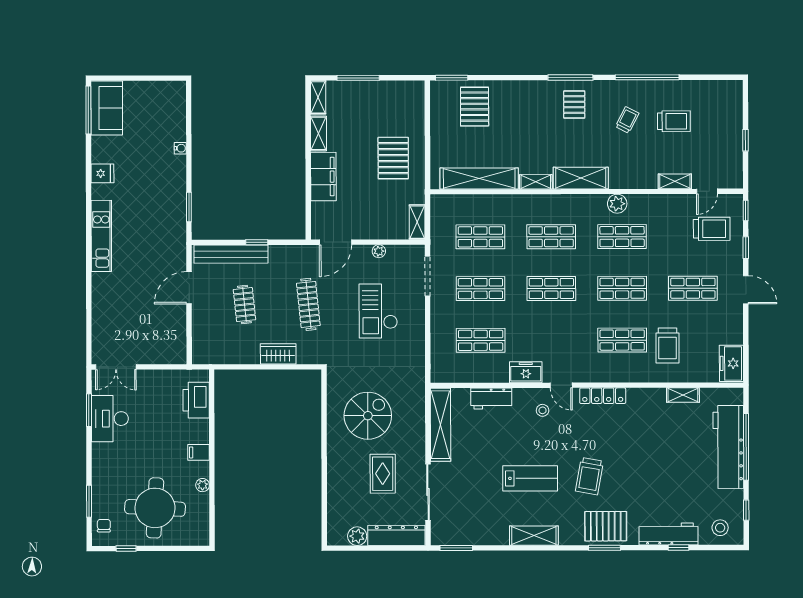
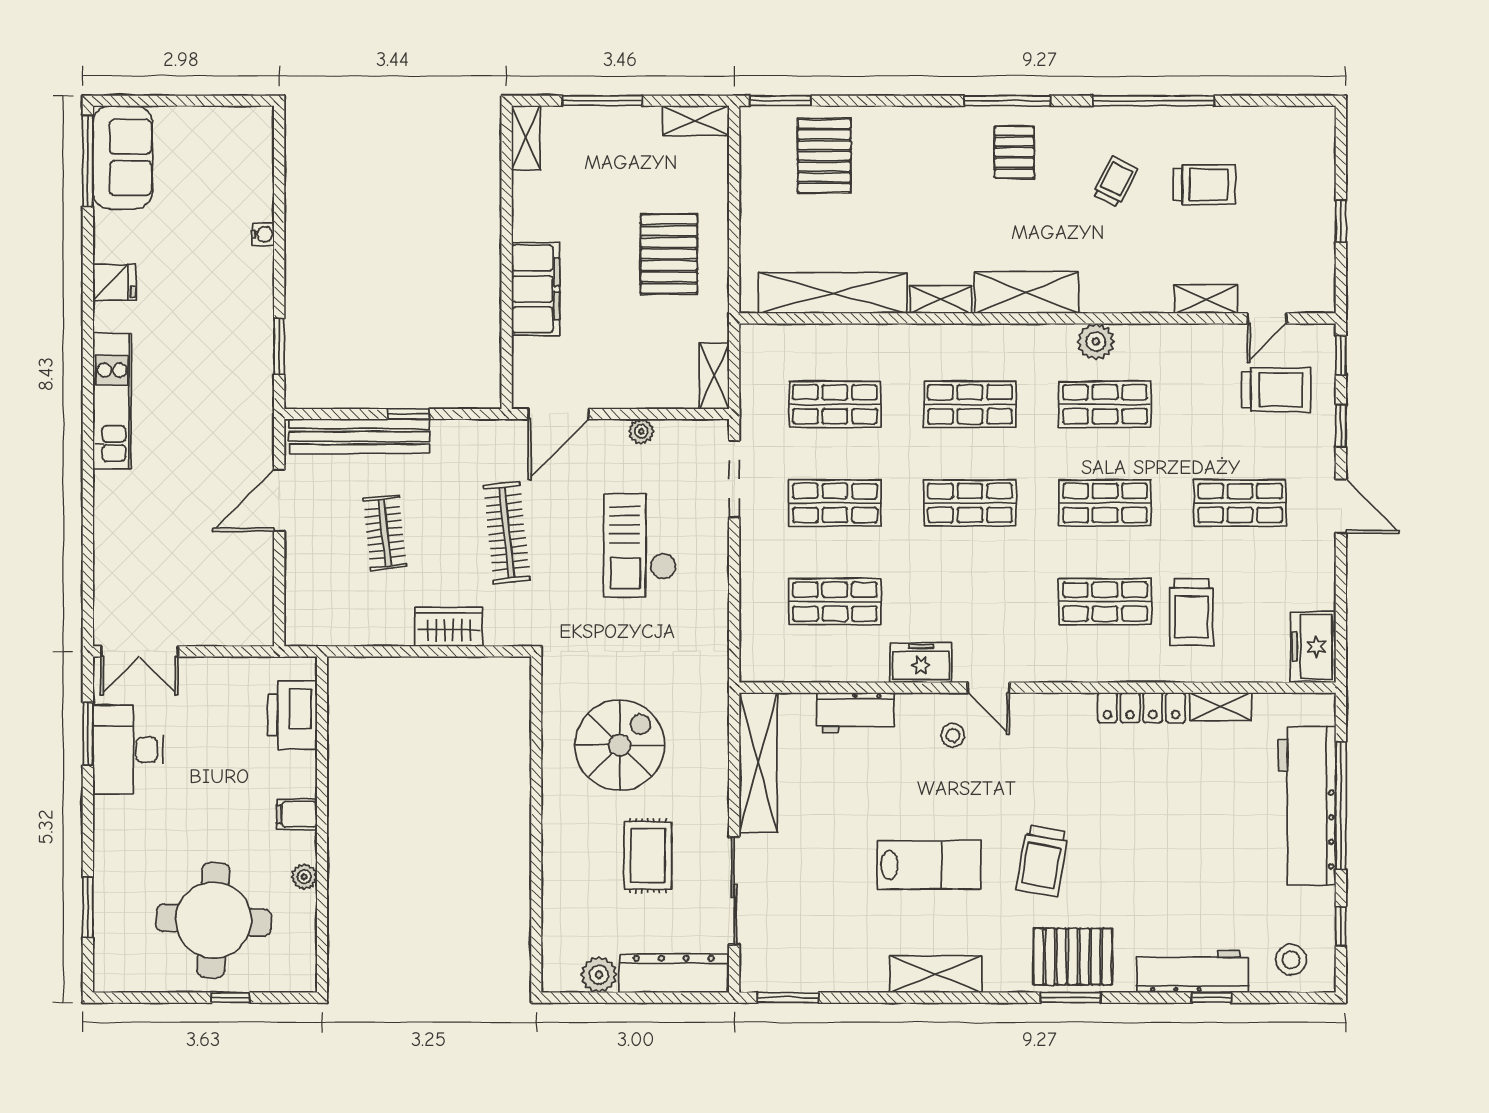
shelving: (318, 133) -> (696, 121), moved, turned 90
locker: (603, 396) -> (1141, 708), moved
chair: (104, 526) -> (116, 954), removed
window: (126, 549) -> (230, 998), moved

